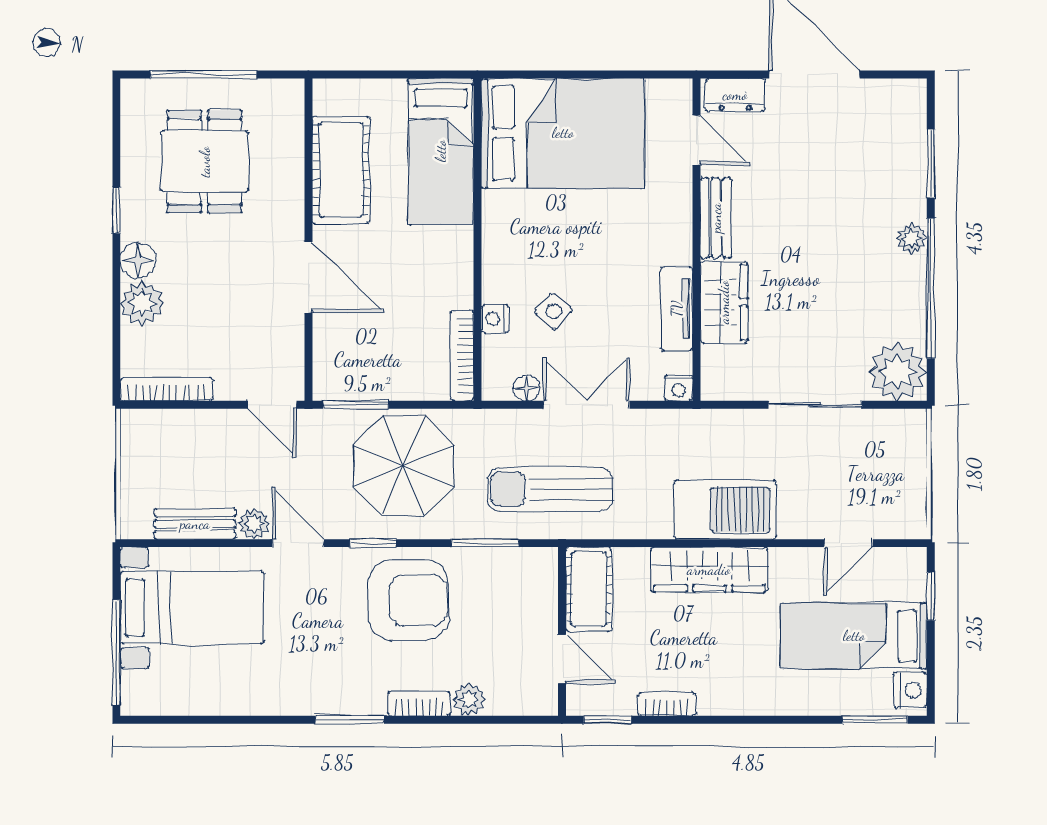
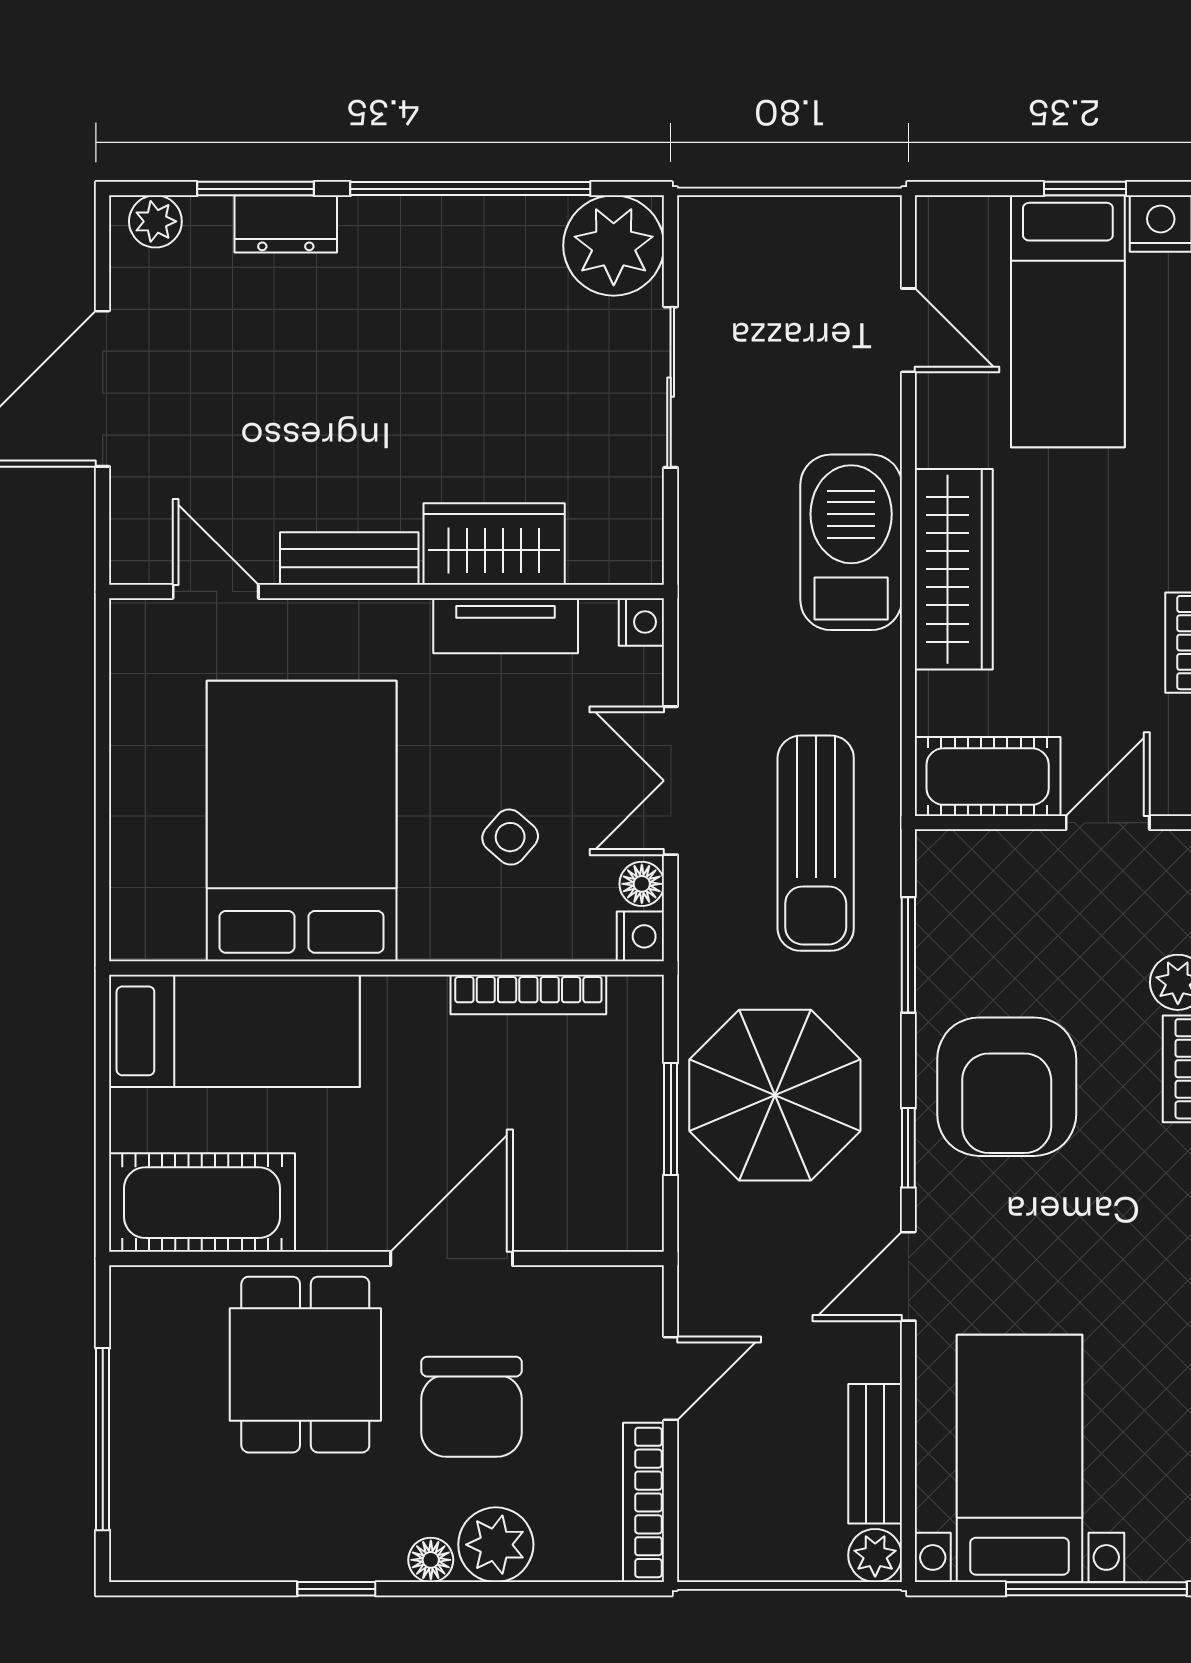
dresser: (735, 95) -> (286, 224), moved, turned 90
bed: (563, 133) -> (302, 821), moved
door: (696, 140) -> (216, 591), hinge flipped
dining table: (205, 162) -> (305, 1365), moved, turned 90
cot: (341, 170) -> (202, 1203), moved
plant: (912, 238) -> (155, 221), moved
floor lamp: (138, 260) -> (431, 1560), width x0.73, depth x0.73
chair: (222, 289) -> (471, 1407), added
nightstand: (495, 319) -> (640, 936), moved, turned -90
bookcase: (462, 356) -> (528, 994), moved
door: (272, 405) -> (671, 1378), moved
window: (356, 405) -> (671, 1119), moved
plant: (254, 524) -> (875, 1555), moved
window: (931, 596) -> (1085, 189), moved
armchair: (408, 600) -> (1007, 1087), turned 180

